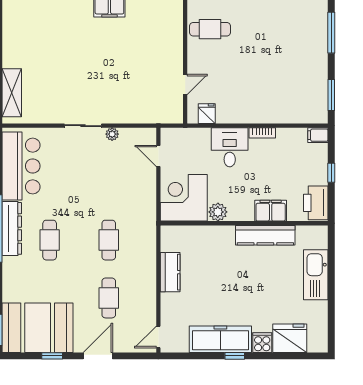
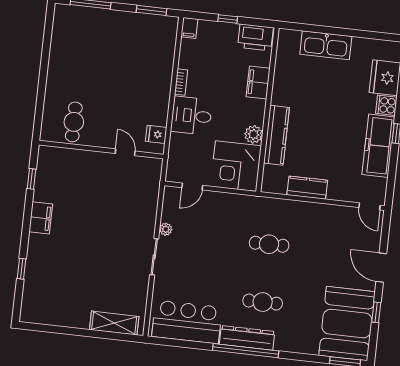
kitchen counter: (265, 235) -> (276, 135), moved
cafe table: (109, 298) -> (326, 251), removed

